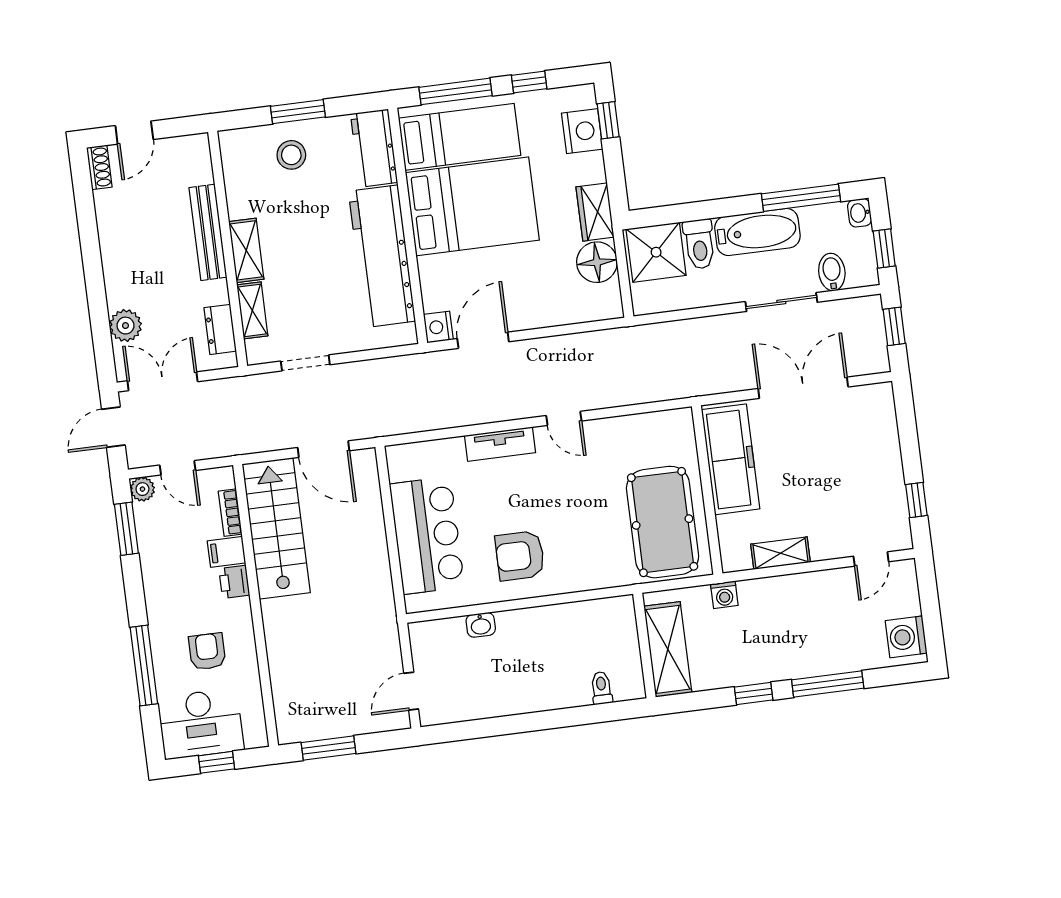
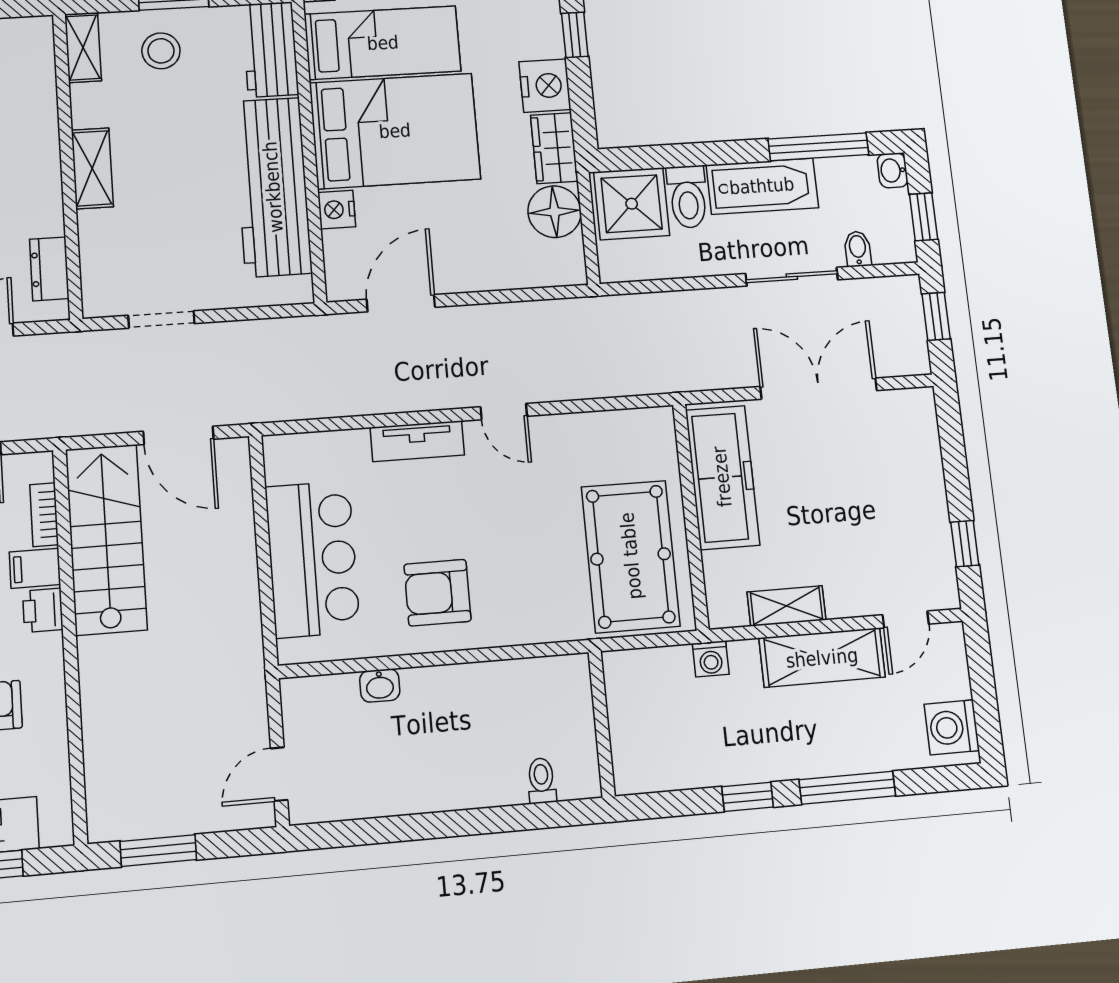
nightstand: (582, 131) -> (545, 86), moved
bench: (208, 232) -> (43, 142), removed
bidet: (832, 272) -> (858, 249), width x0.72, depth x0.74
shelving: (252, 310) -> (83, 47), moved
nightstand: (438, 327) -> (337, 210), moved
shelving: (668, 649) -> (822, 658), moved, turned 90

